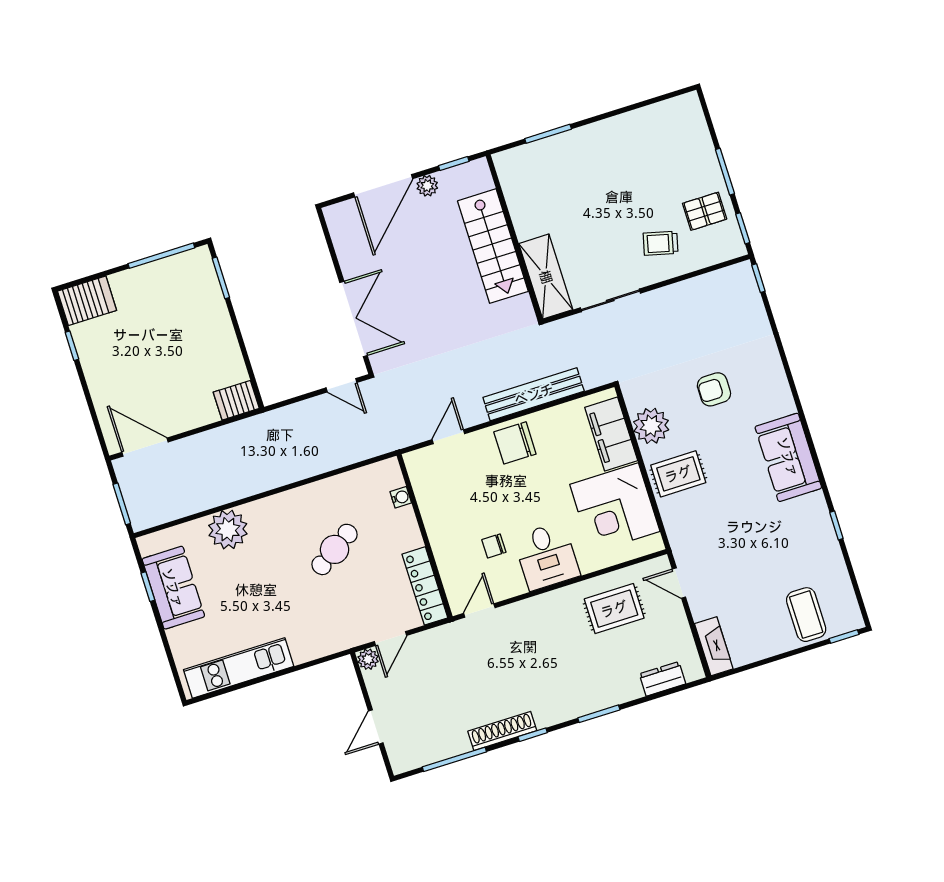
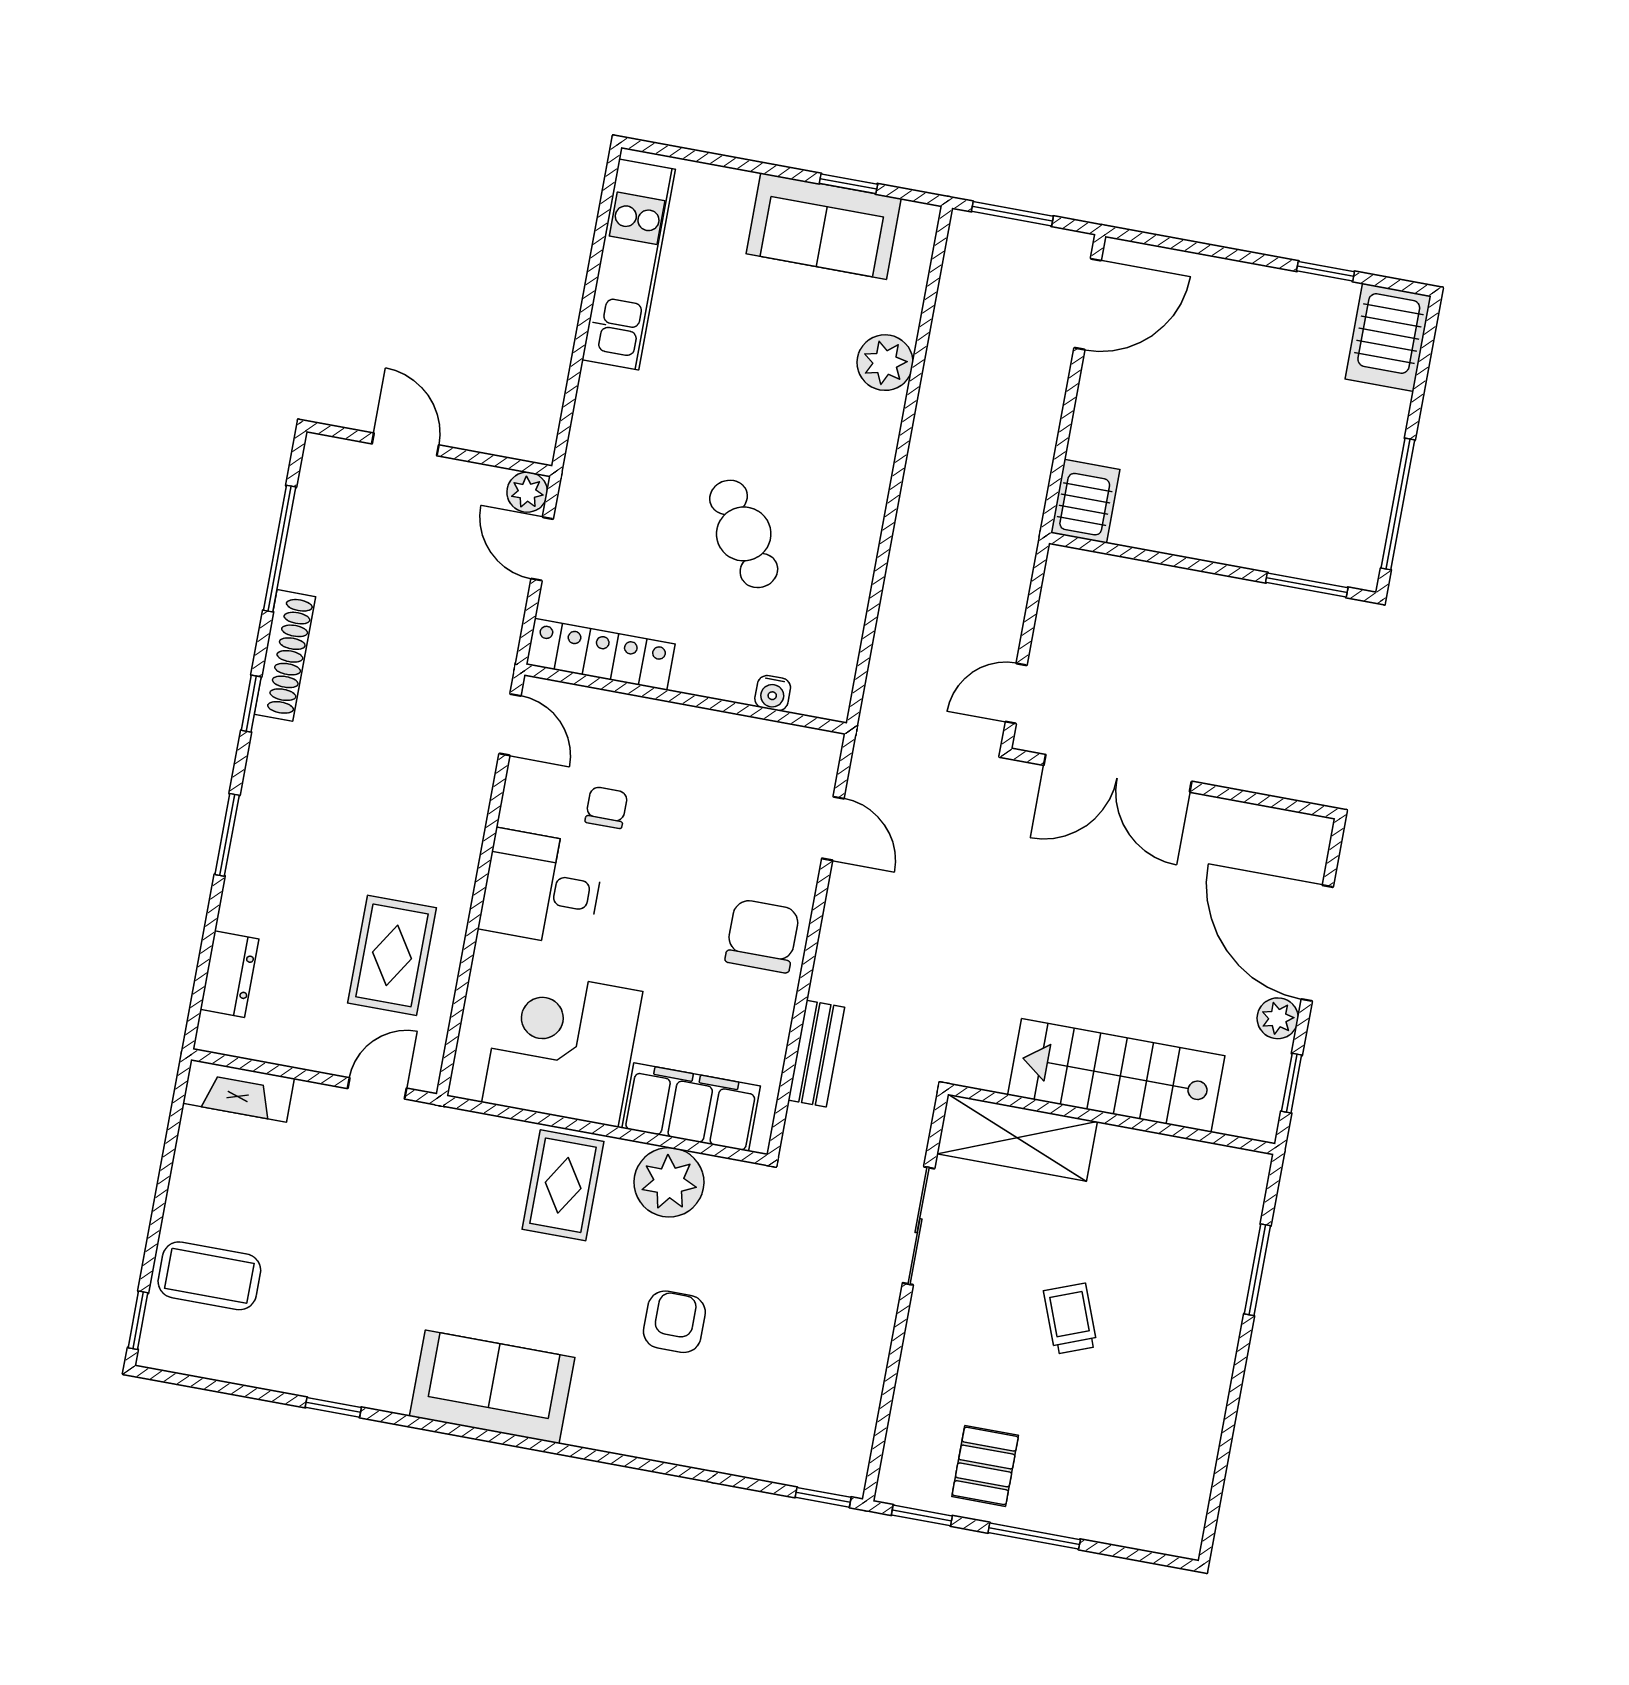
trolley: (661, 243) -> (1070, 1319), moved, turned -35
bench: (534, 394) -> (816, 1054), width x0.54, depth x0.82
plant: (228, 530) -> (885, 363), width x0.73, depth x0.73

